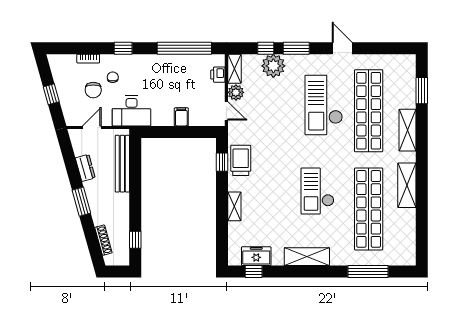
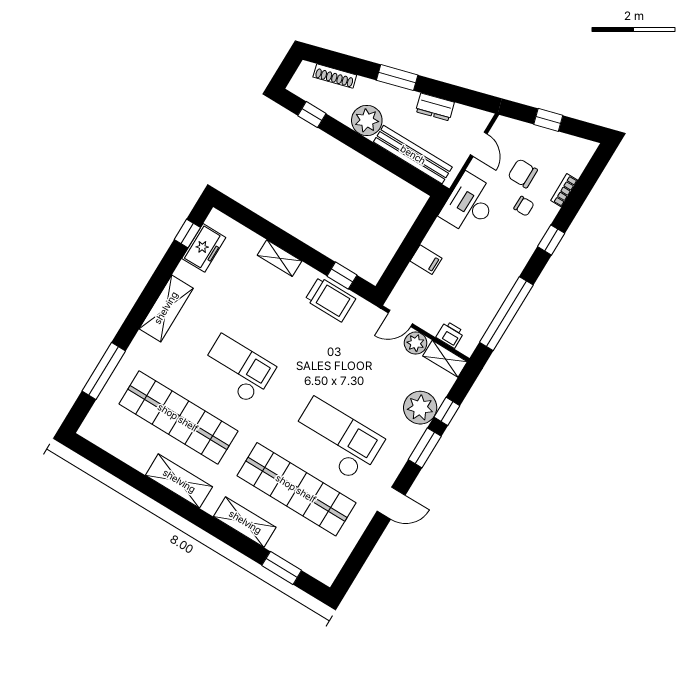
plant: (119, 204) -> (367, 120), added

